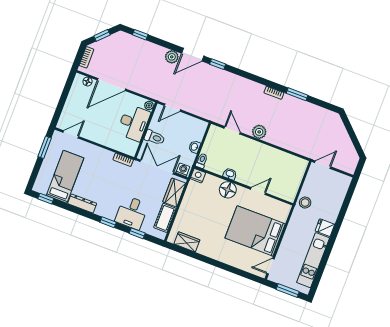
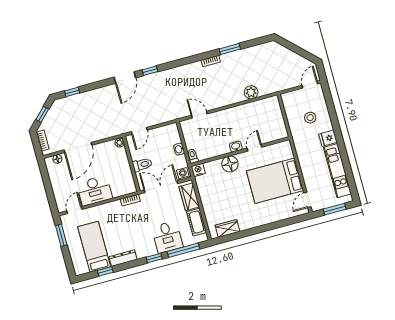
plant: (172, 57) -> (110, 91), removed
desk: (134, 123) -> (94, 191), moved, turned 90
plant: (259, 132) -> (251, 92), moved
door: (323, 165) -> (310, 85), moved
washbasin: (230, 174) -> (236, 147), moved
window: (46, 199) -> (105, 271), moved
stool: (305, 203) -> (310, 118), moved
window: (137, 233) -> (183, 250), width x2.17

